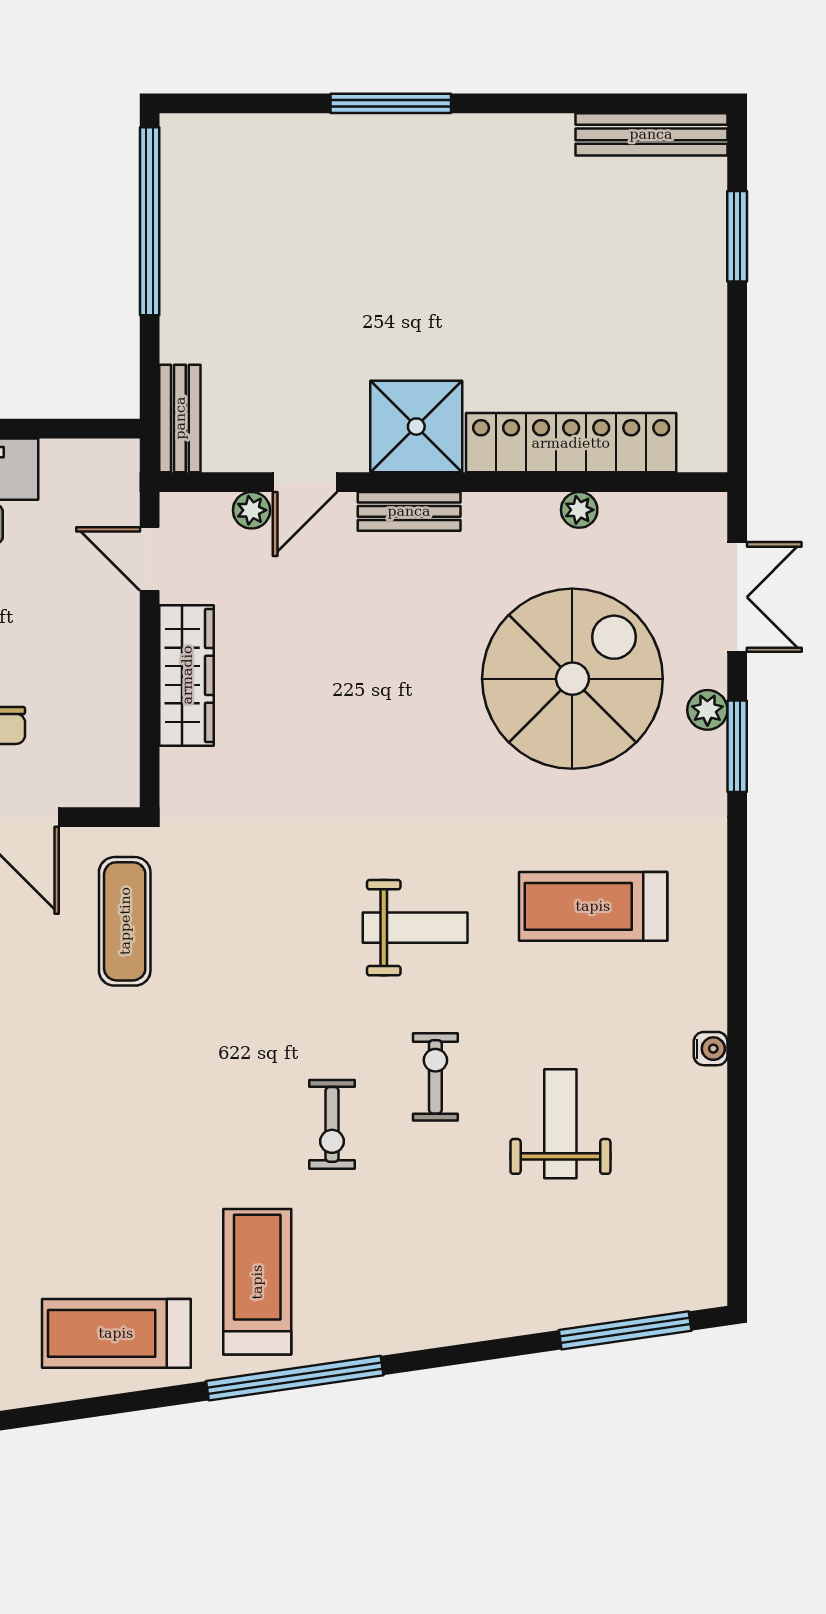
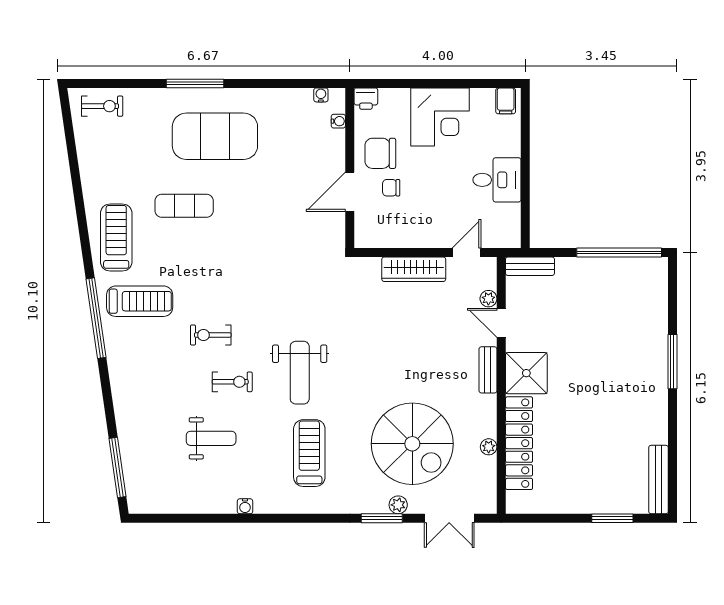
exercise mat: (125, 921) -> (184, 206), moved
weight bench: (415, 928) -> (300, 373), width x1.36, depth x1.33

